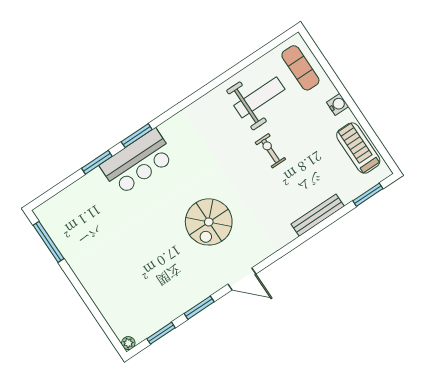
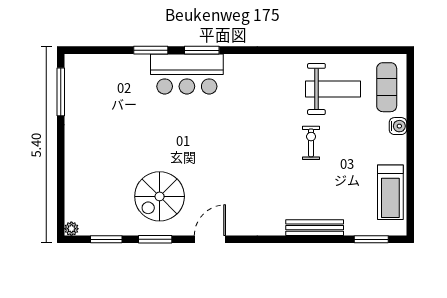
water cooler: (338, 104) -> (398, 126), moved
treadmill: (358, 148) -> (390, 192), turned 180
spiral stairs: (209, 222) -> (160, 196), moved
door: (242, 279) -> (210, 239), swing flipped

